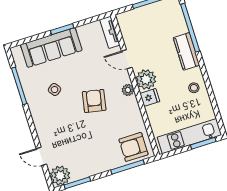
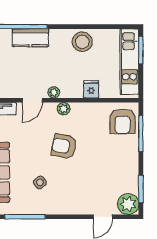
kitchen counter: (186, 51) -> (30, 38), moved
plant: (146, 79) -> (54, 92), width x0.53, depth x0.53
stool: (194, 88) -> (82, 42), width x1.89, depth x1.89
fridge: (150, 97) -> (91, 89), moved

